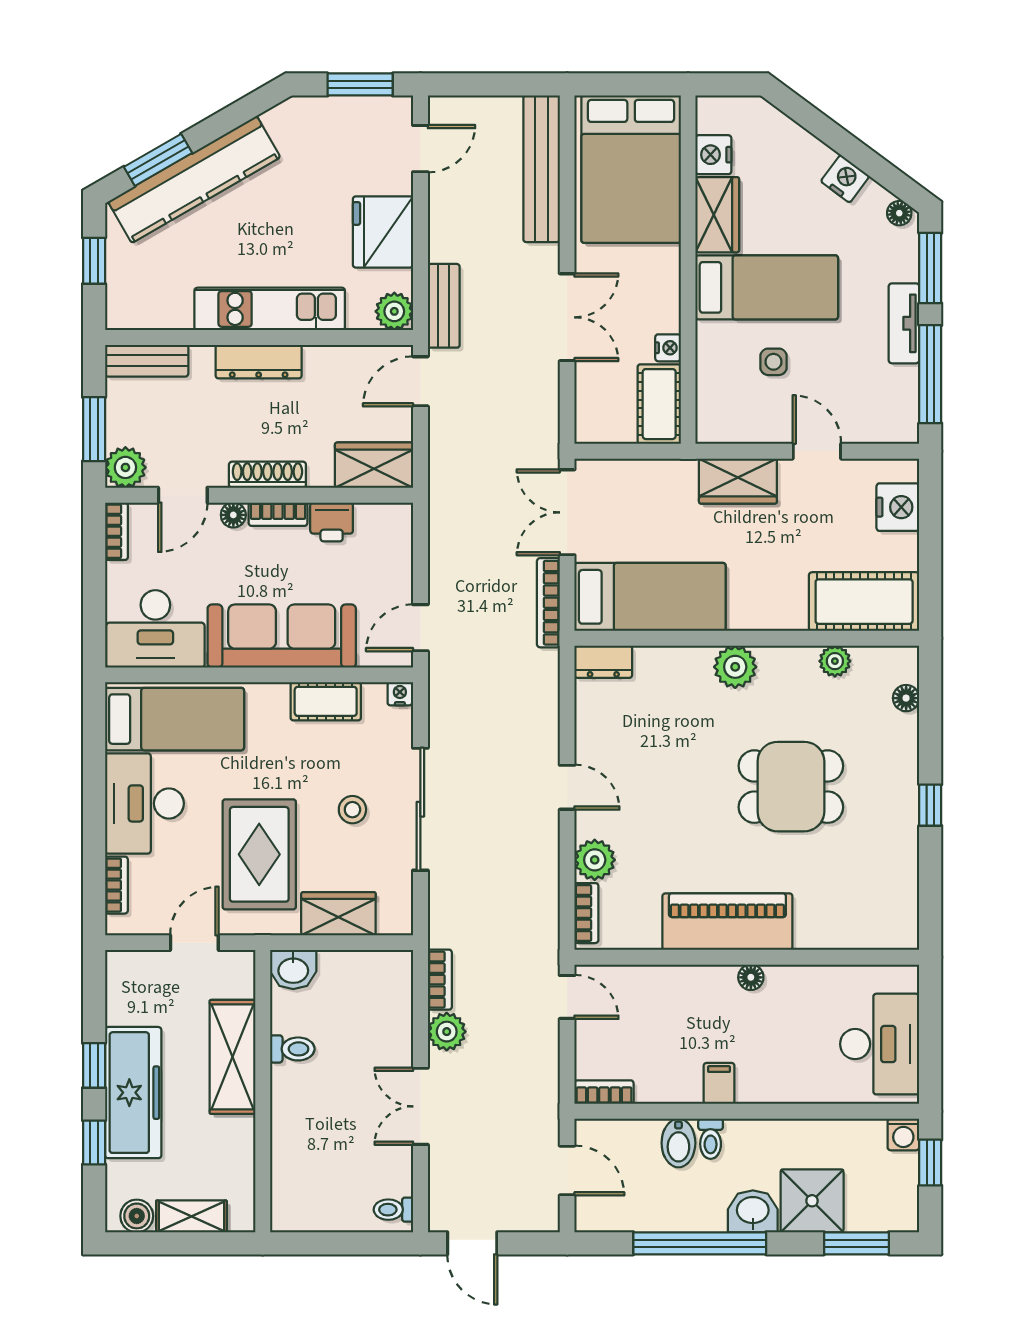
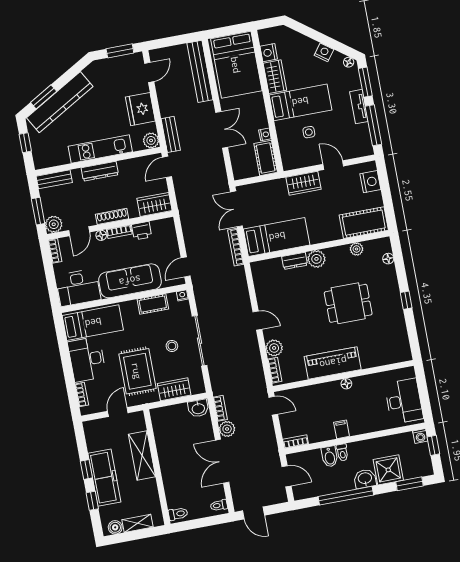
dresser: (603, 662) -> (295, 261), moved
washbasin: (293, 970) -> (198, 408), moved
toilet: (292, 1049) -> (178, 514), moved
double door: (420, 1106) -> (222, 461), width x1.37

